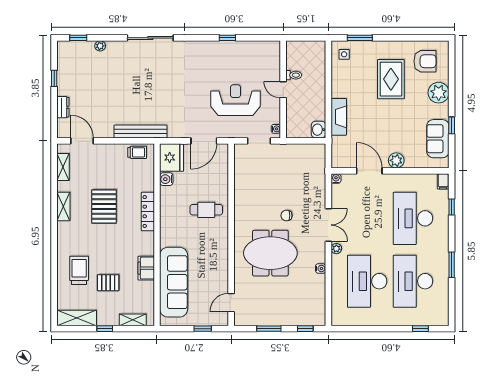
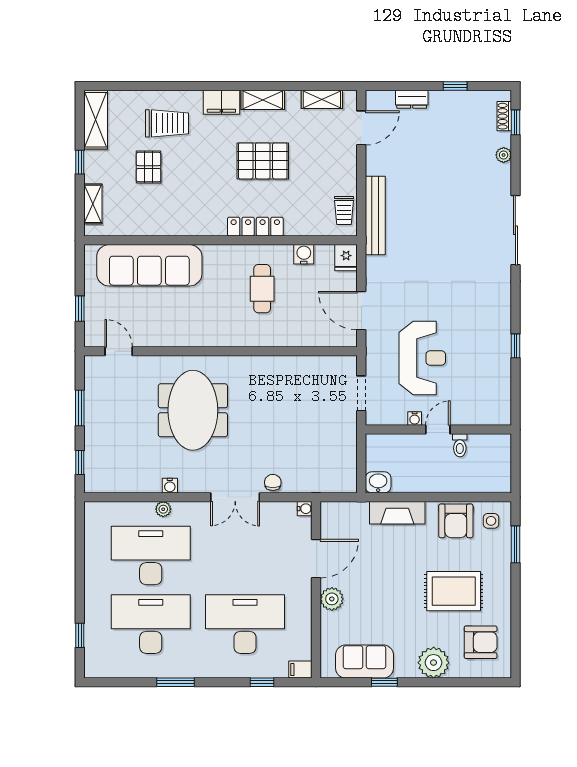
shoe rack: (74, 45) -> (504, 116), added
armchair: (425, 61) -> (481, 642), turned -90
armchair: (344, 78) -> (456, 521), added
water cooler: (276, 129) -> (415, 419), moved
fridge: (172, 157) -> (346, 258), width x0.53, depth x0.75
cafe table: (206, 210) -> (262, 289), moved
chair: (287, 215) -> (273, 482), moved
plant: (336, 249) -> (163, 509), moved
filing cabinet: (146, 268) -> (221, 102), moved, turned 180

